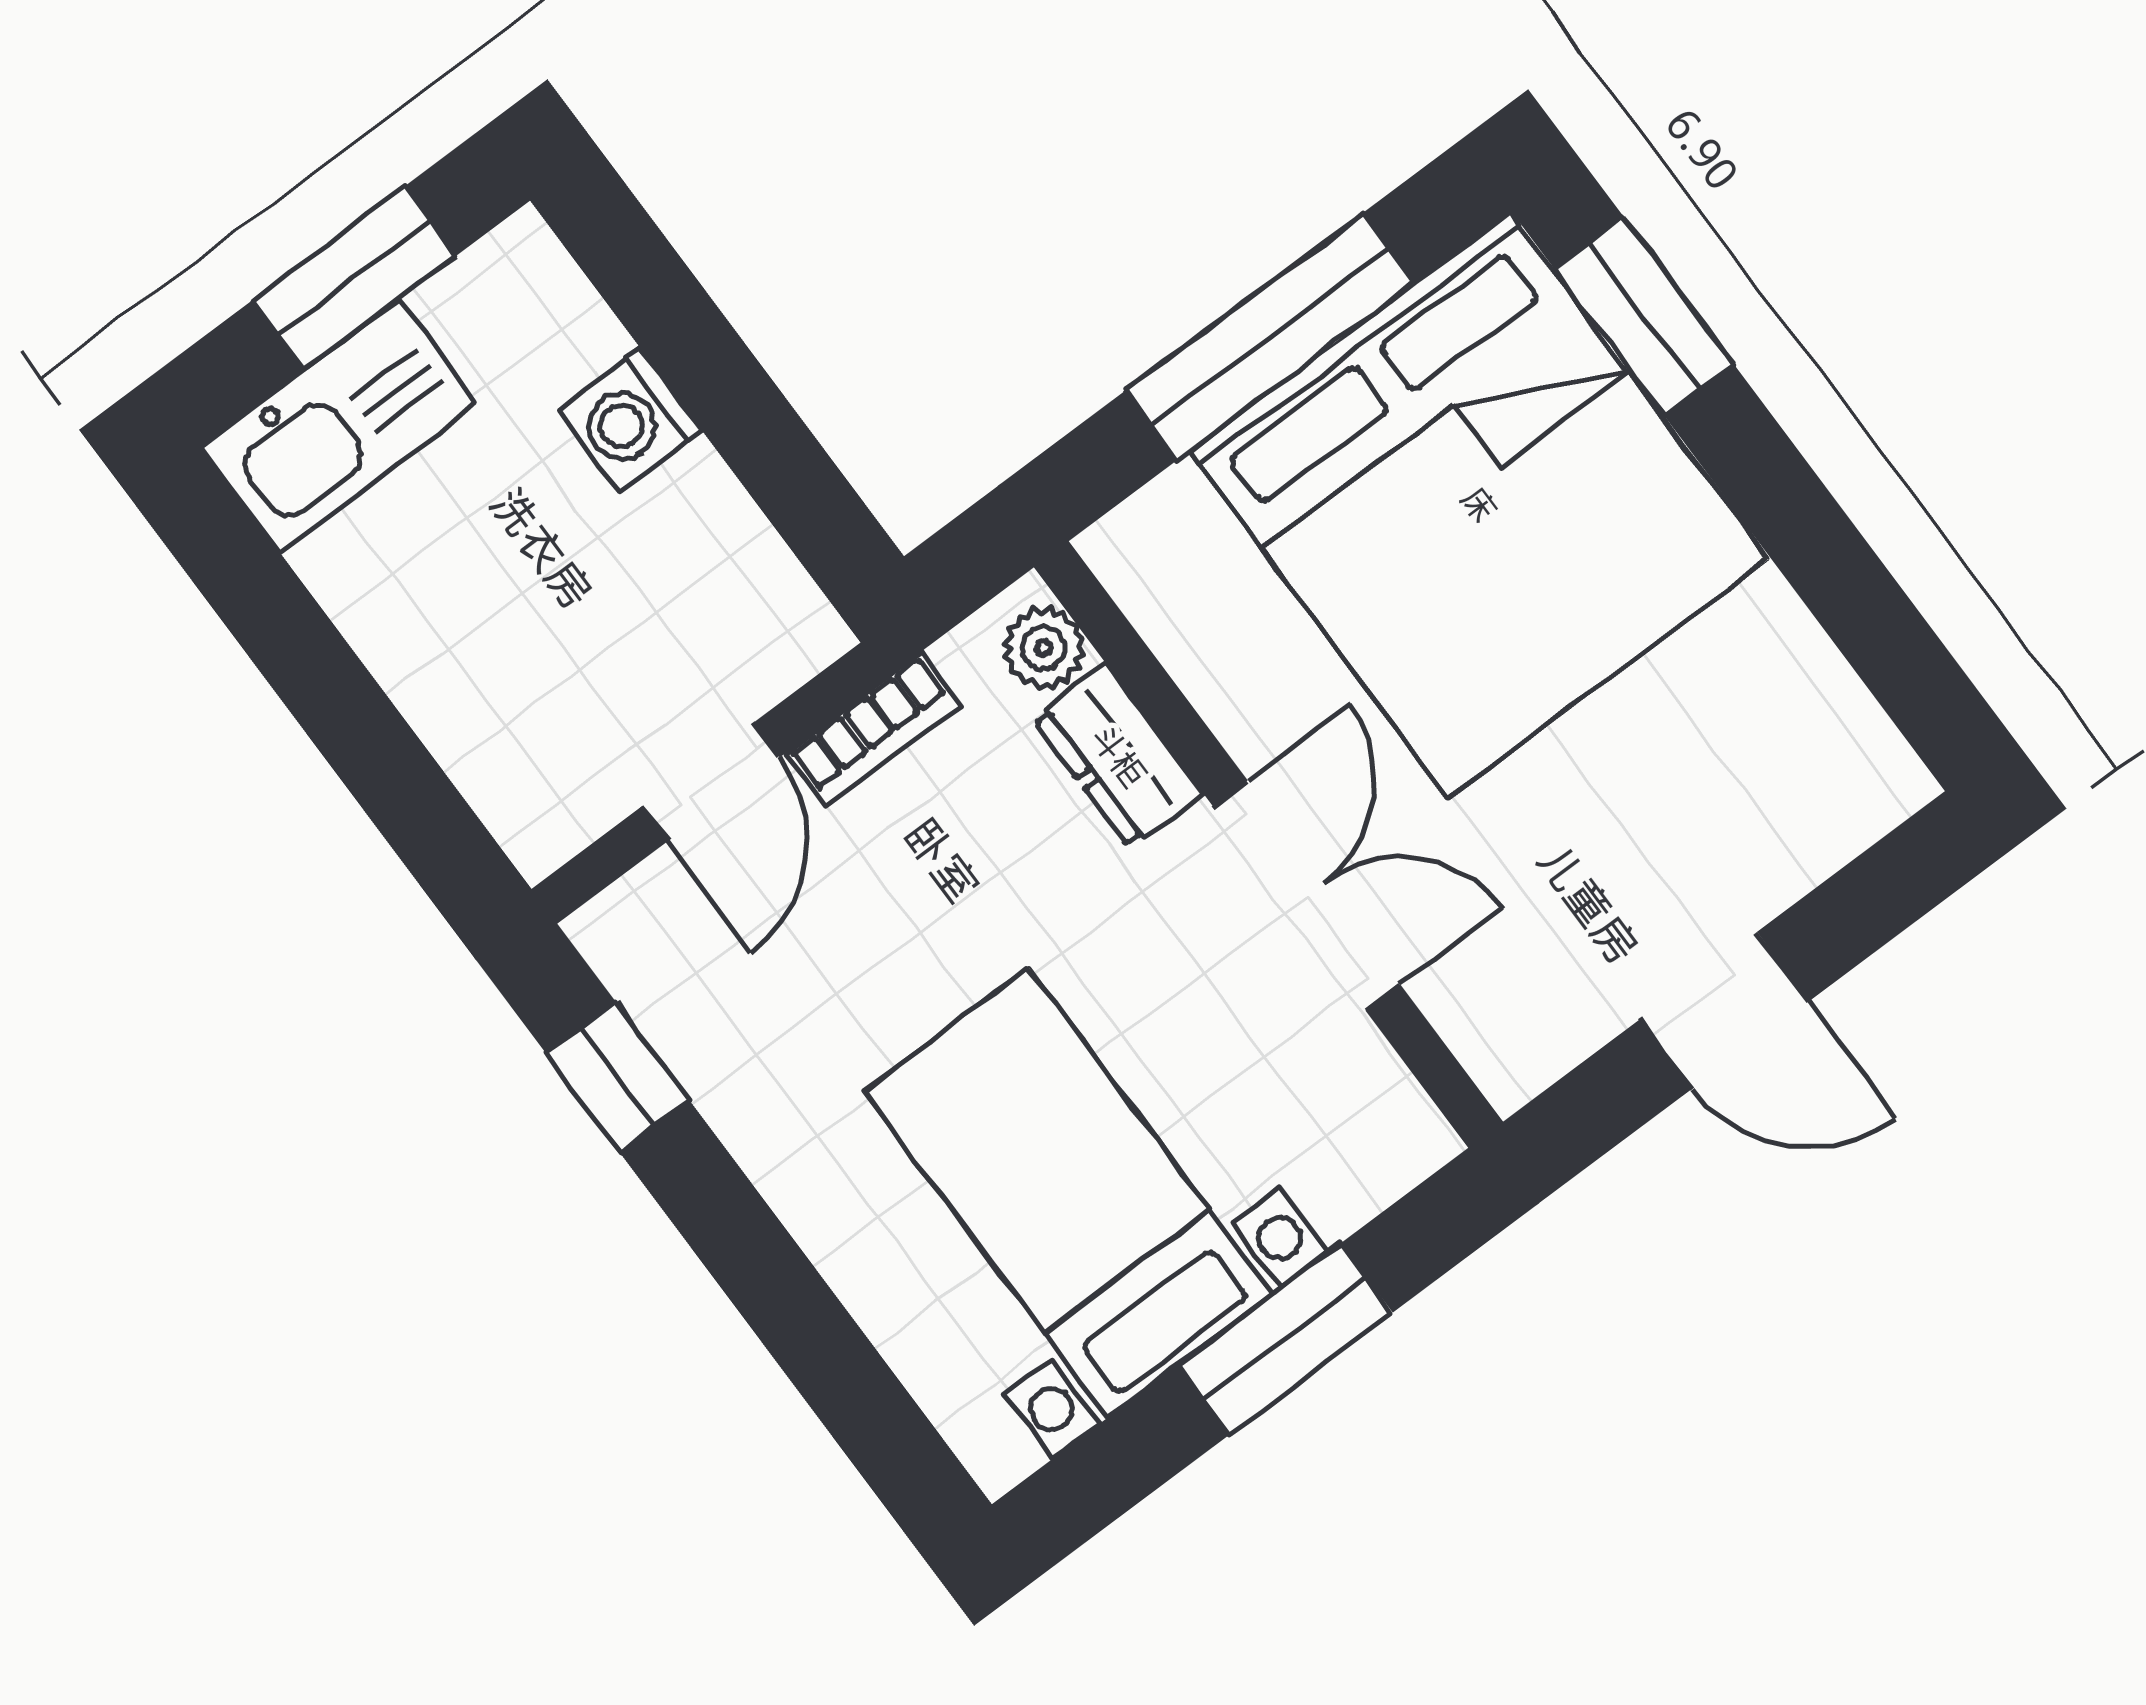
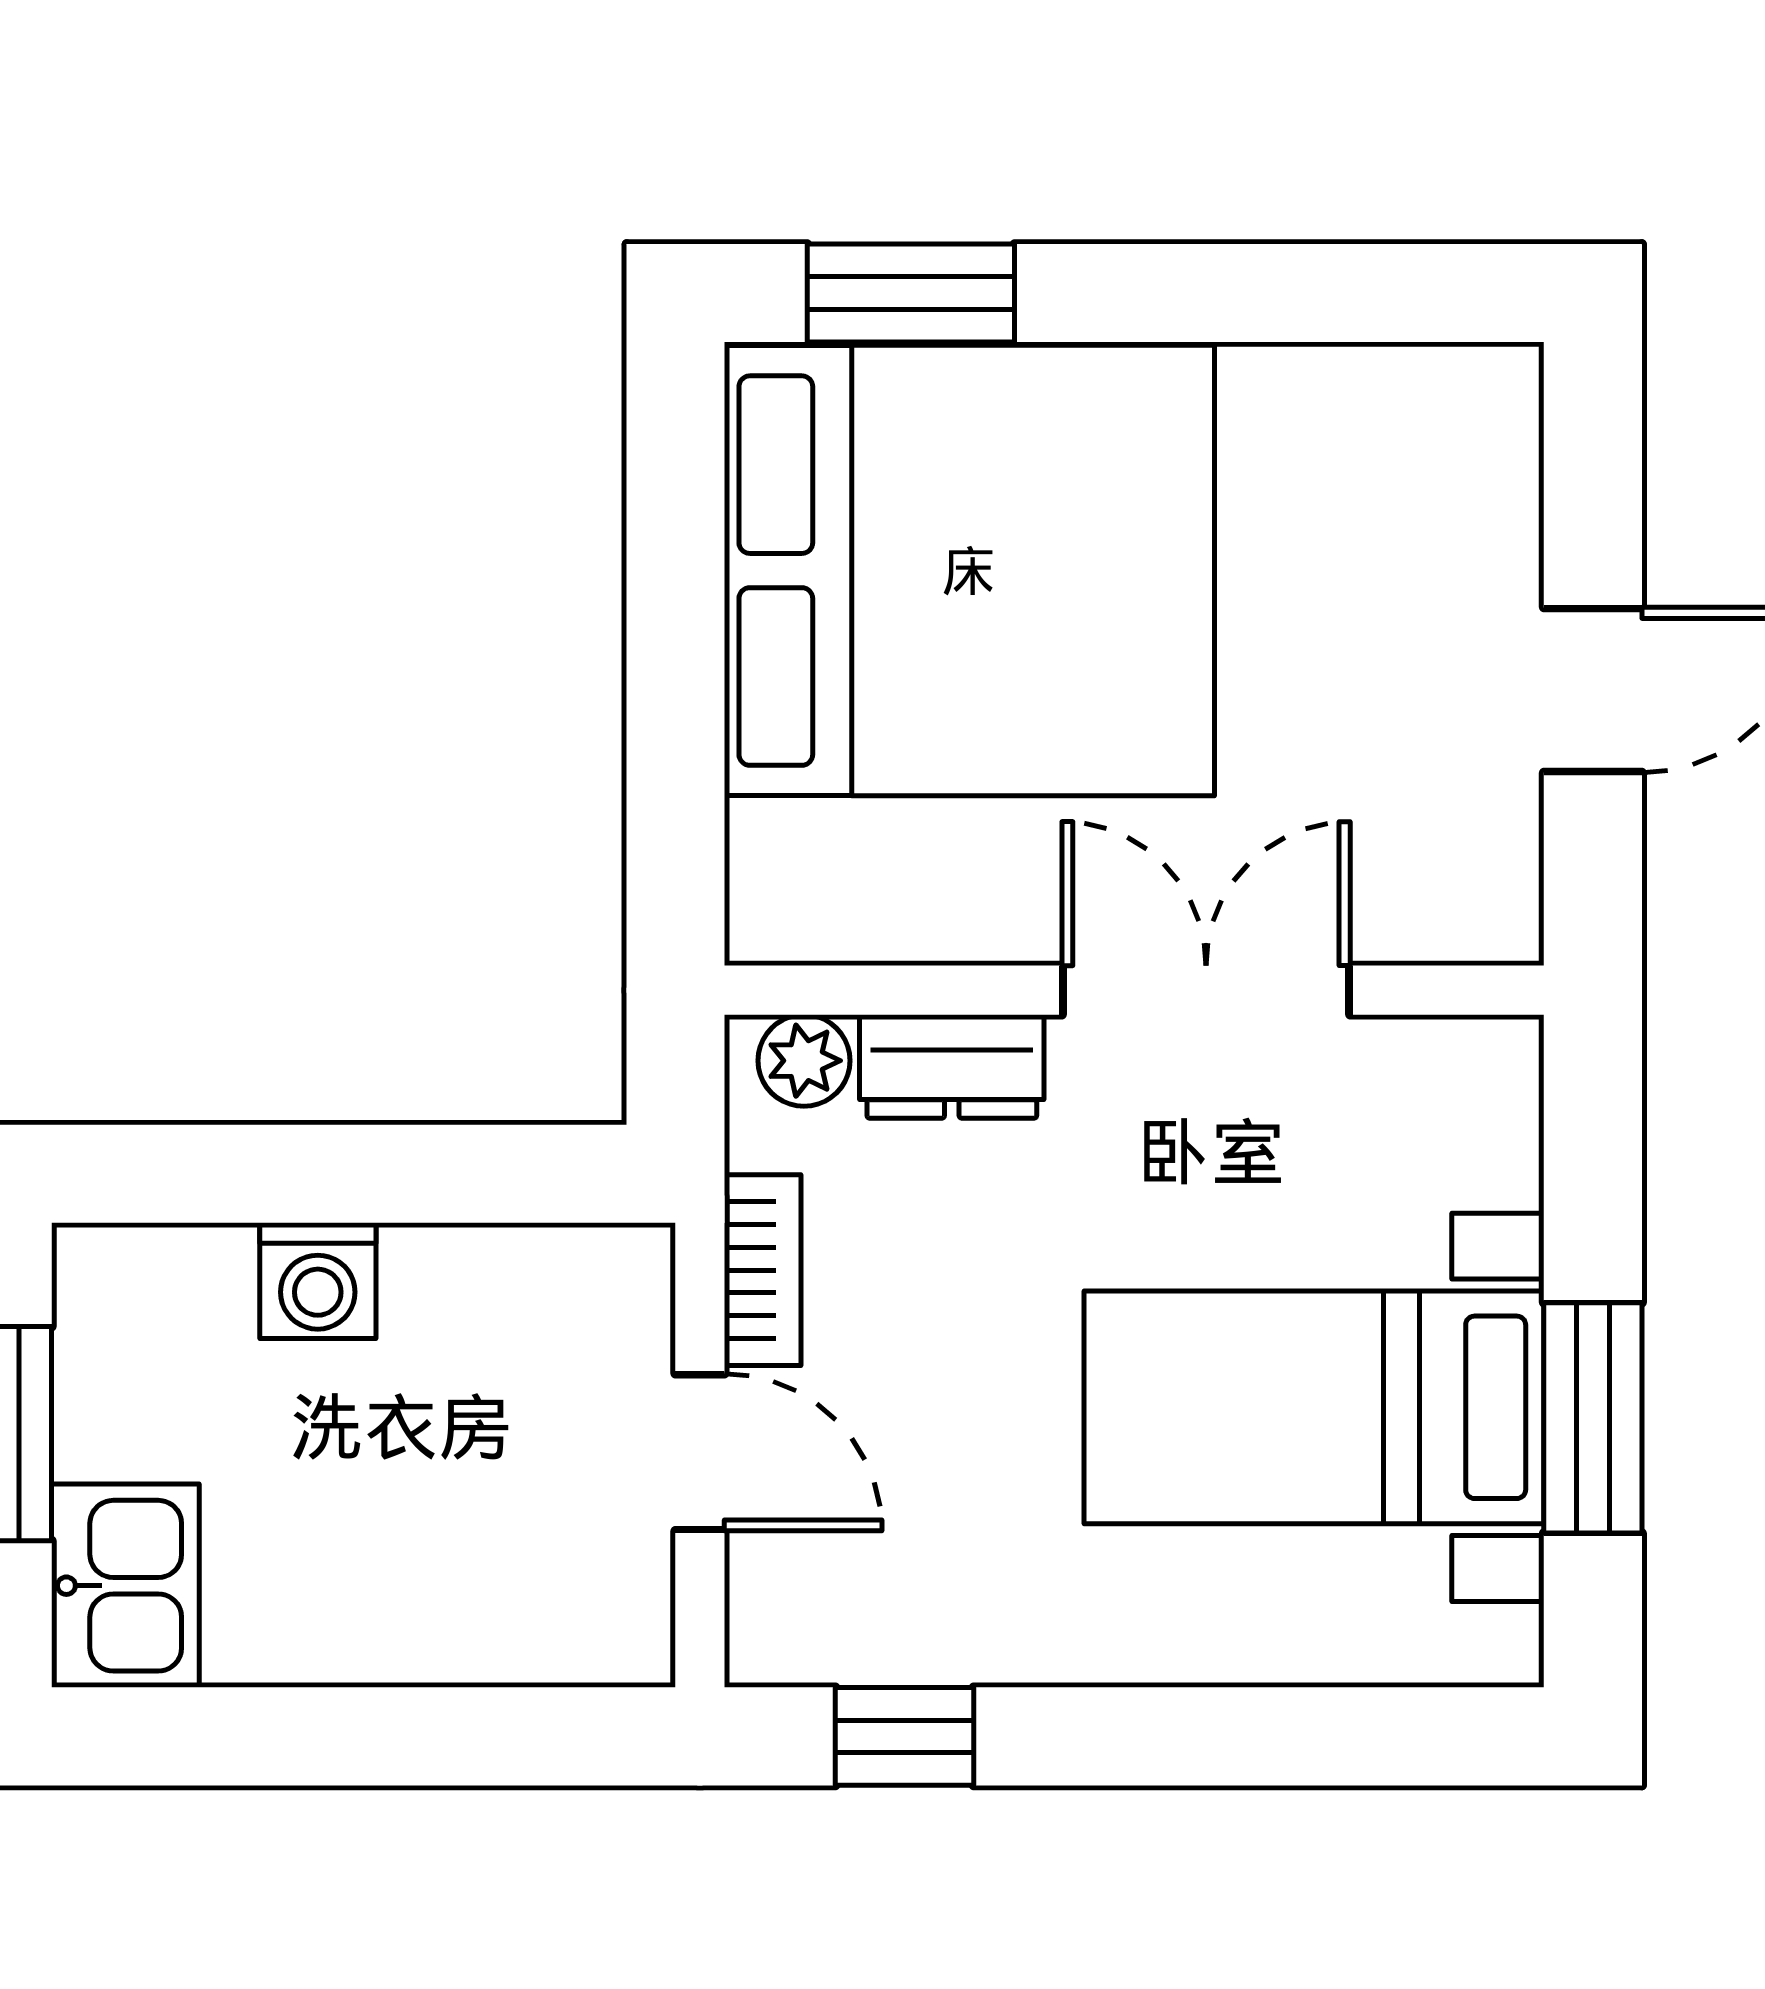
window: (1270, 336) -> (675, 645), removed
kitchen sink: (339, 425) -> (125, 1586), width x0.73
window: (1285, 1339) -> (1593, 1418), moved

